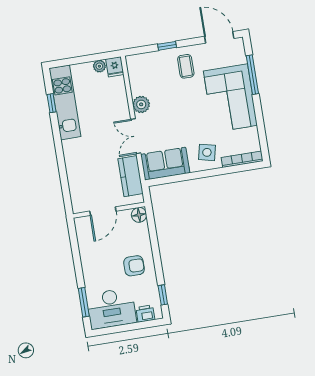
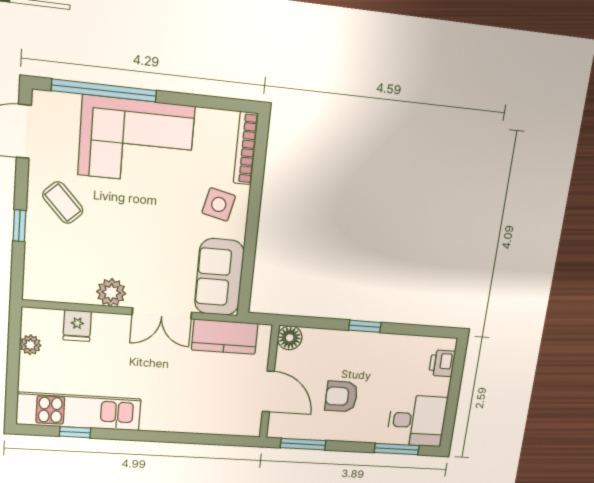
coffee table: (186, 66) -> (63, 203), turned 47
fridge: (115, 67) -> (77, 326), moved, turned 90
window: (252, 75) -> (104, 91), width x1.46
window: (74, 242) -> (303, 444), added
armchair: (134, 266) -> (341, 396), moved, turned -90
window: (163, 295) -> (365, 326), moved
desk: (111, 308) -> (417, 421), width x0.73

